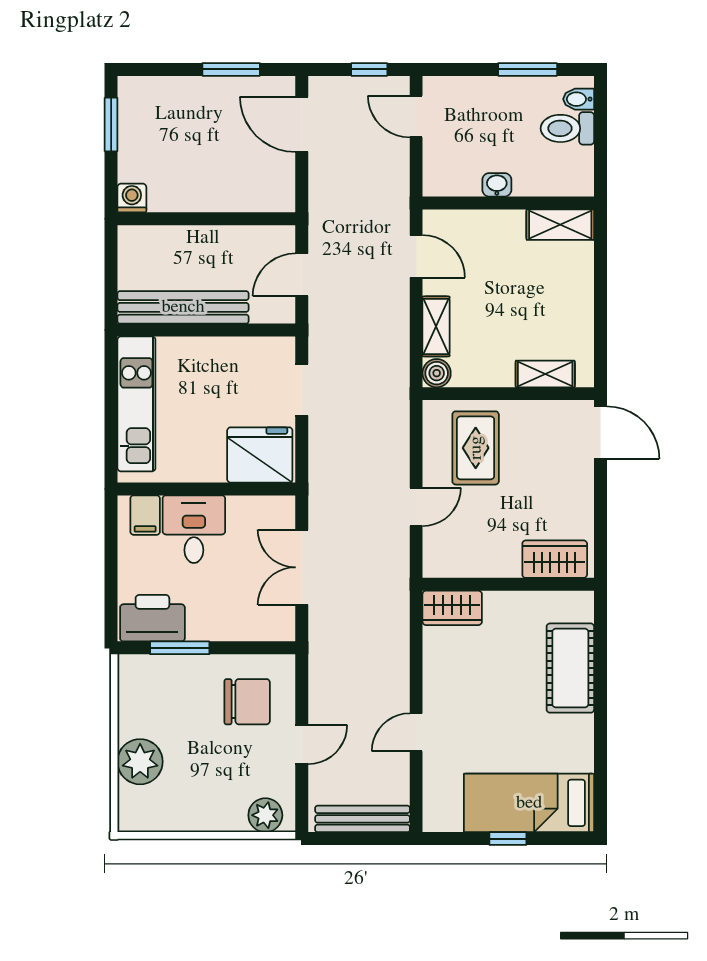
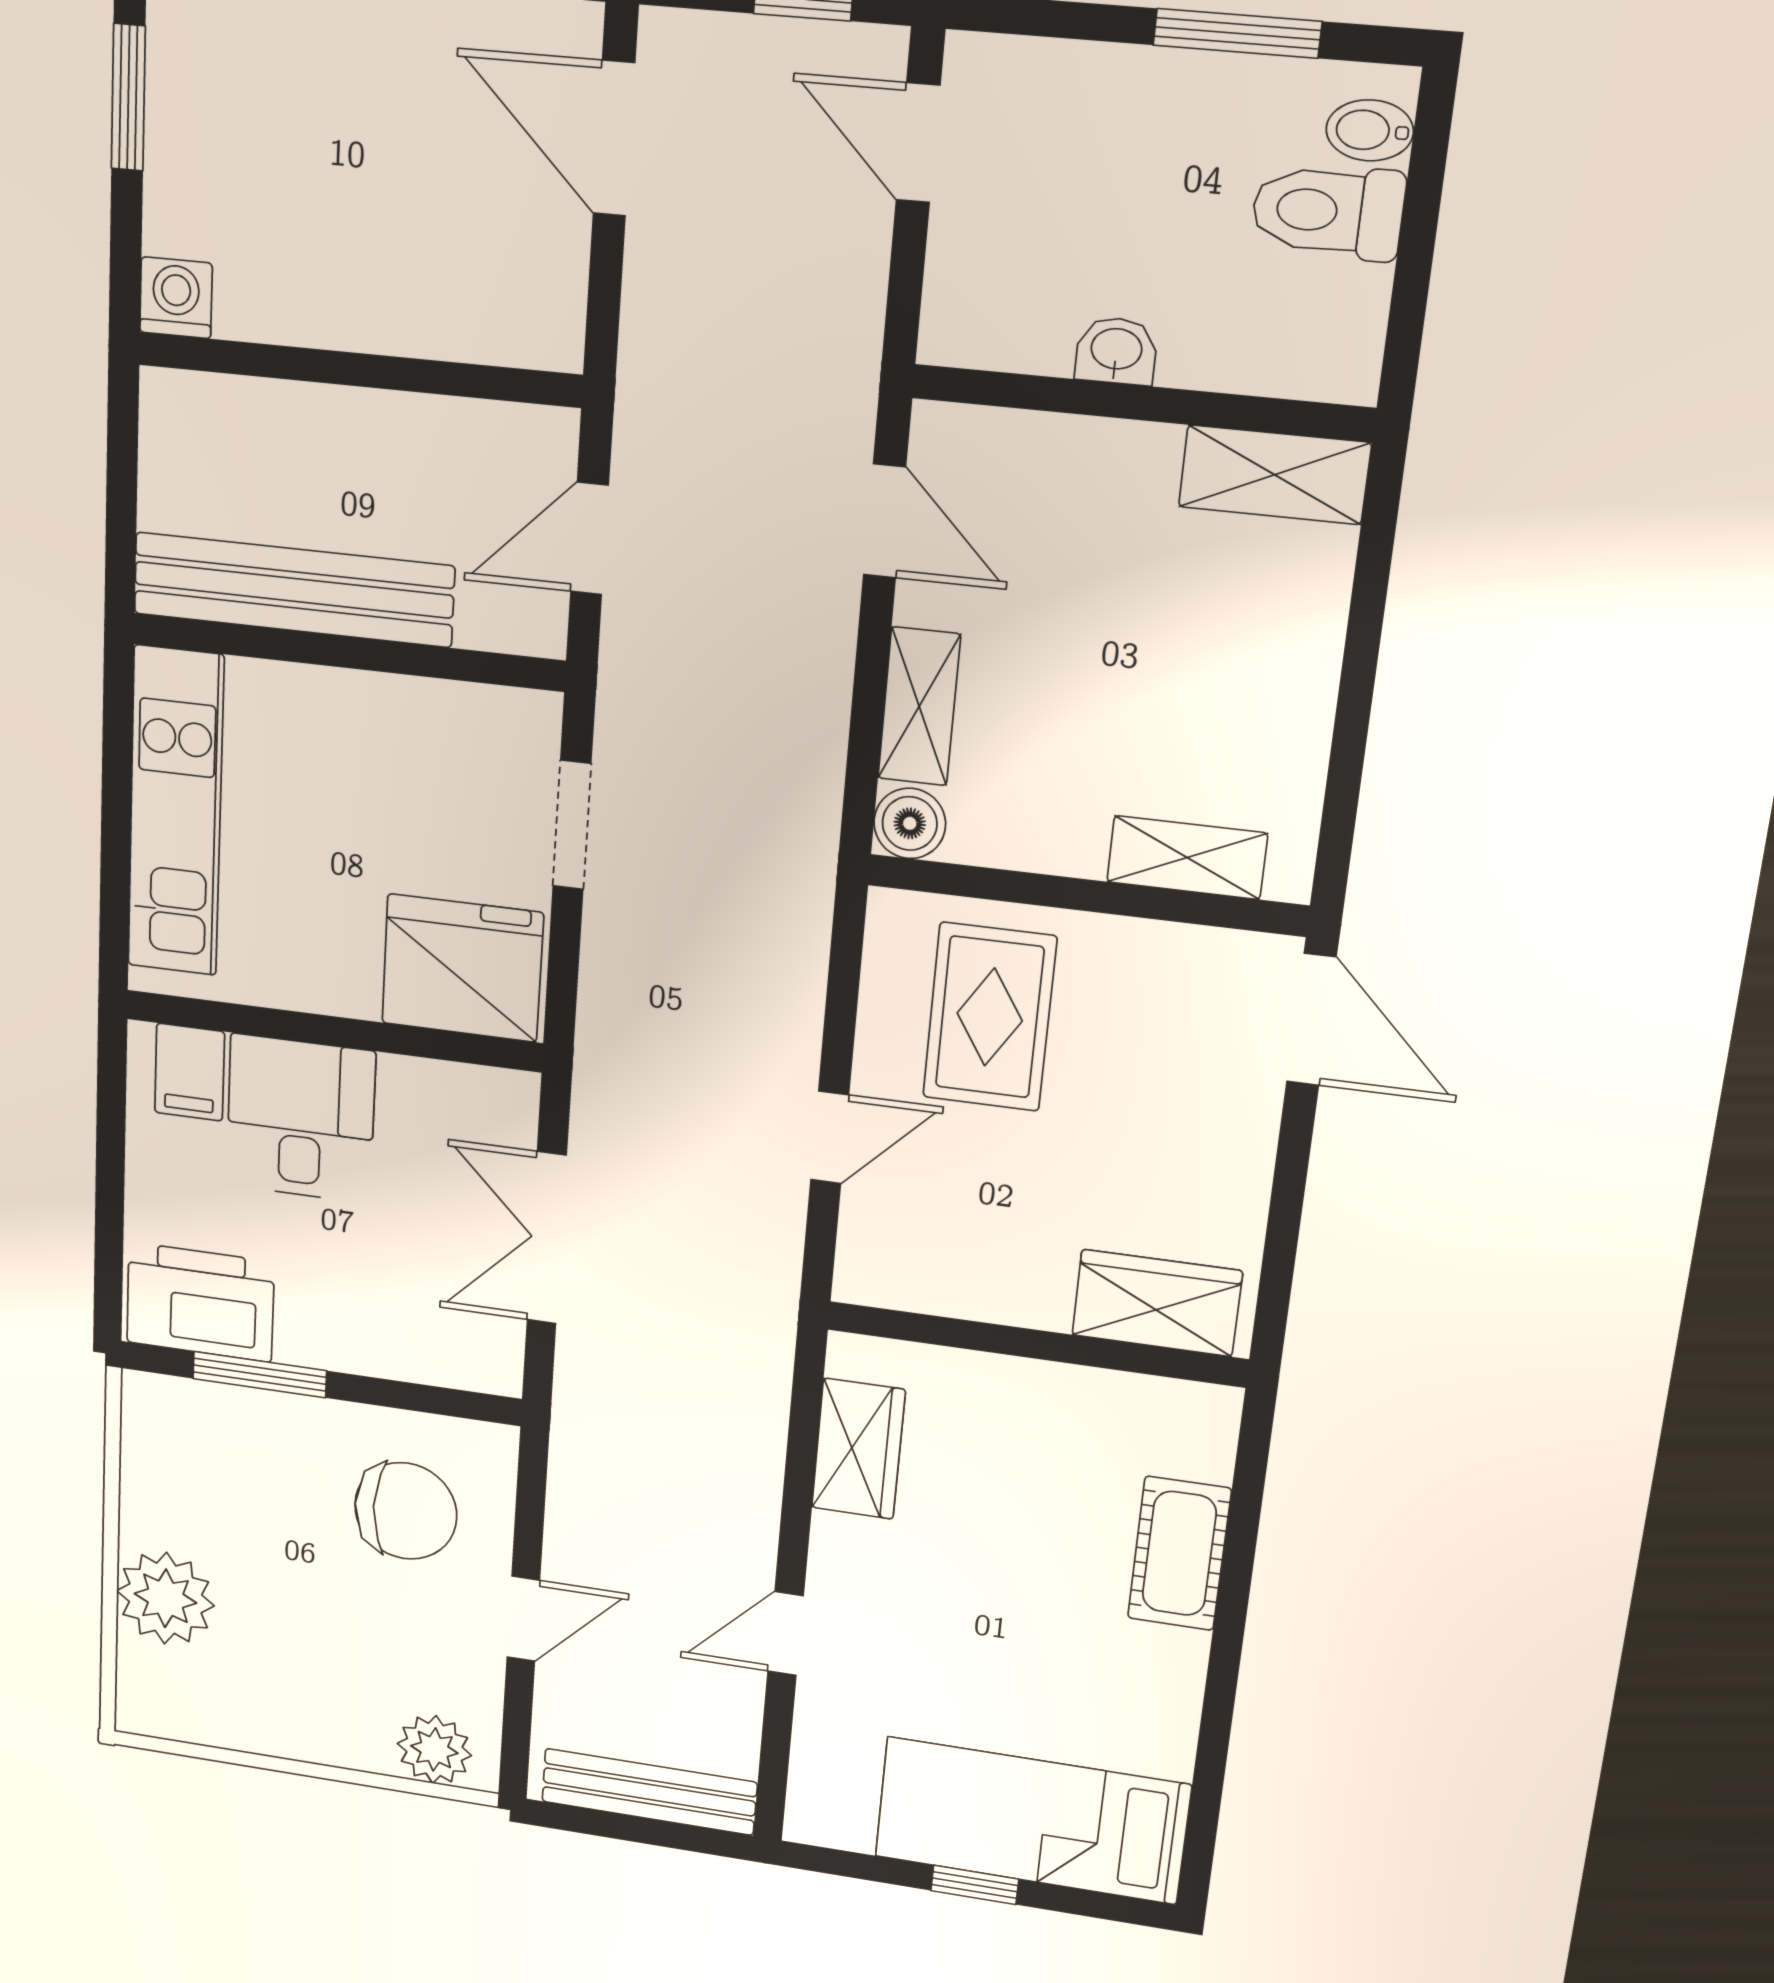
wardrobe: (452, 608) -> (858, 1449), moved, turned -90
cot: (570, 668) -> (1179, 1553), width x0.73, depth x0.75

